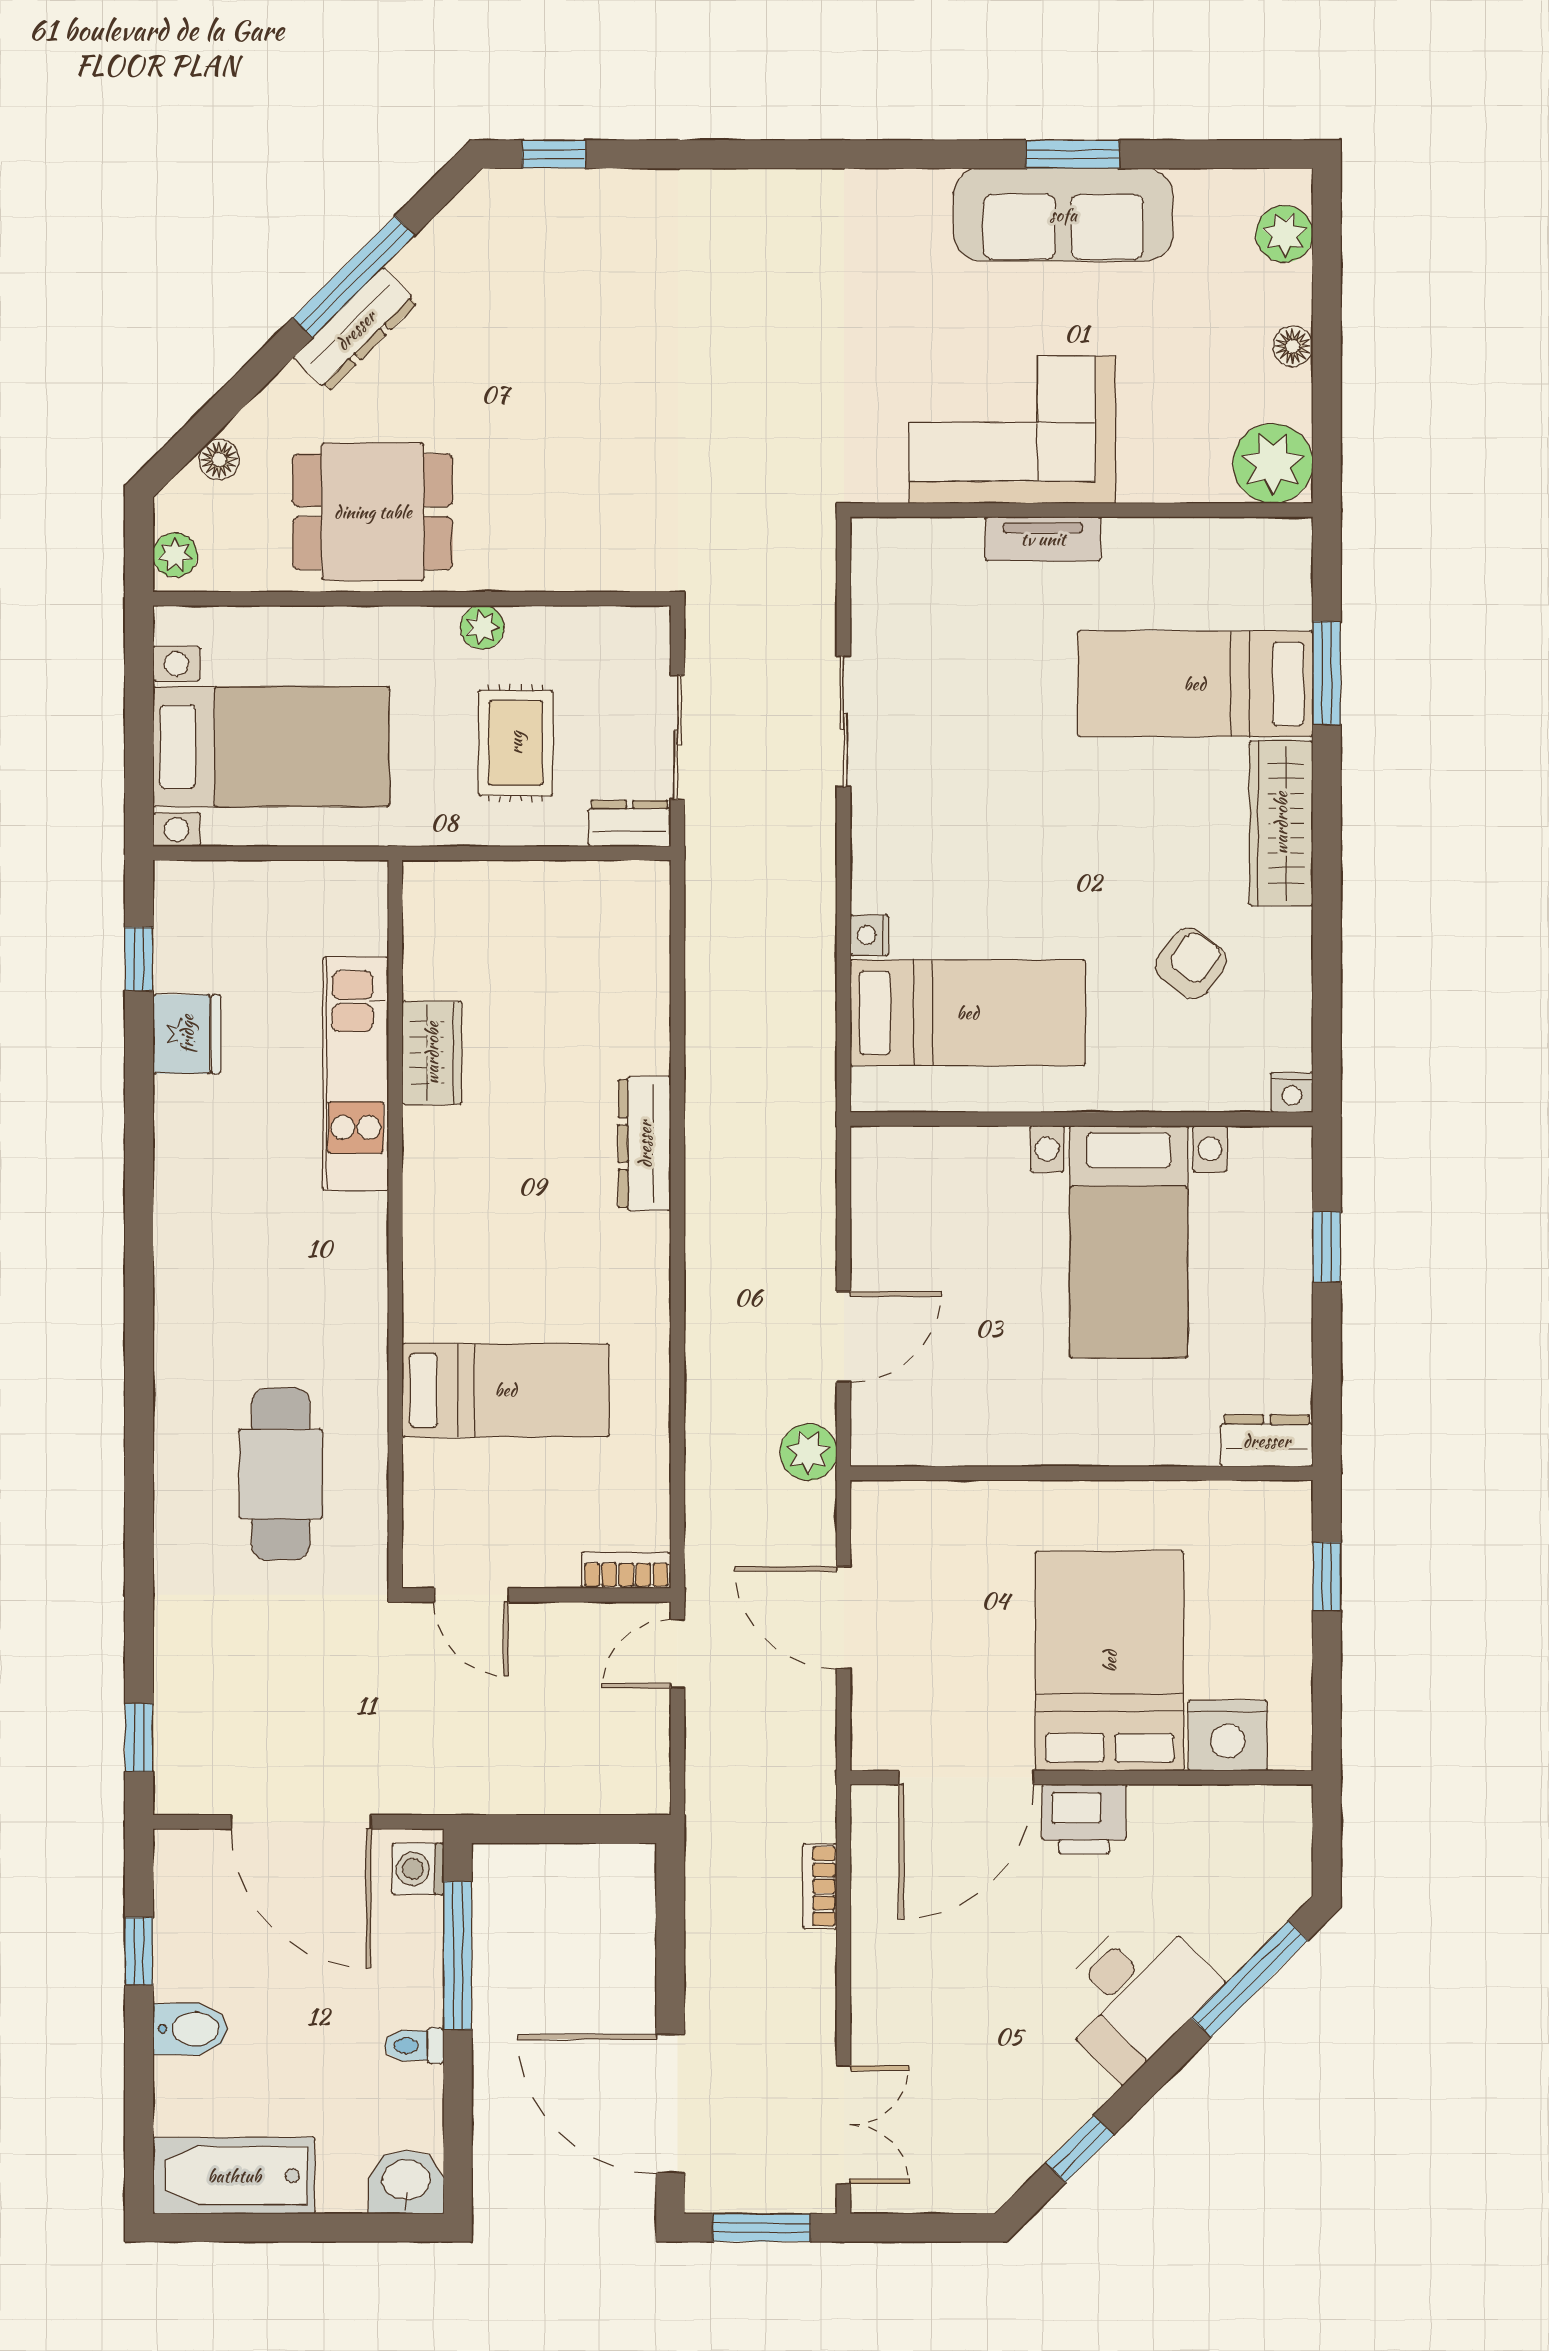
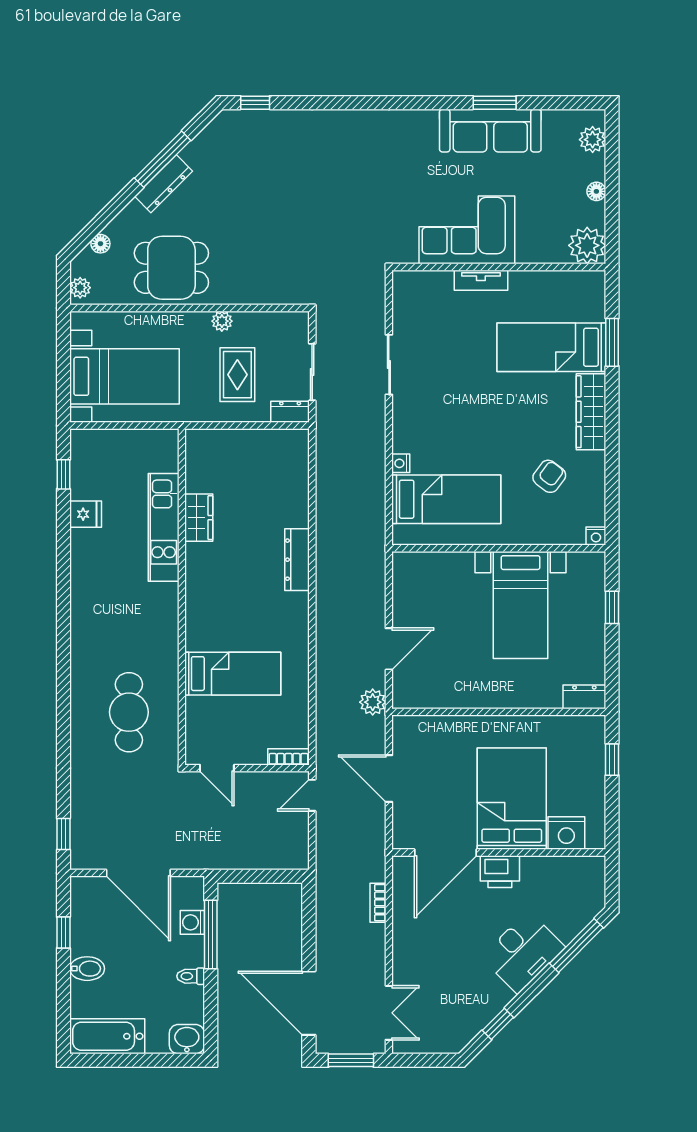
fridge: (187, 1034) -> (86, 514), width x0.72
washing machine: (418, 1869) -> (192, 922), moved

